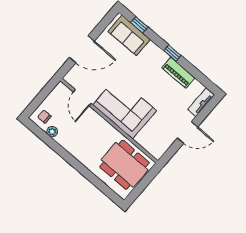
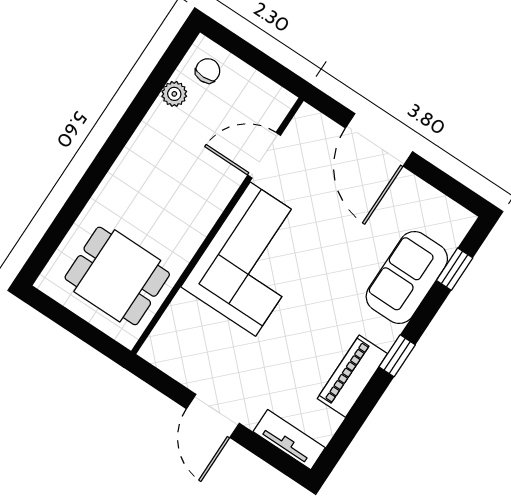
sofa: (129, 35) -> (407, 278), moved
dining table: (125, 165) -> (117, 276), width x0.73

